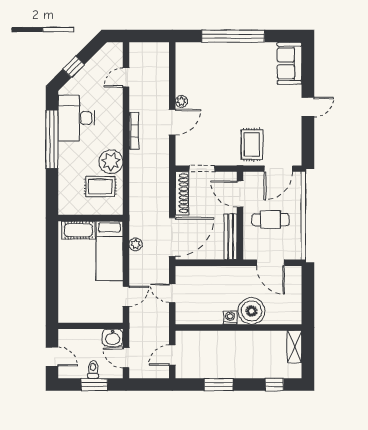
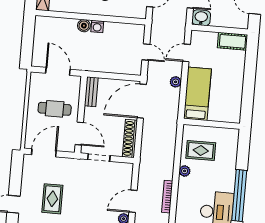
rug: (252, 145) -> (52, 199), moved
plant: (111, 162) -> (185, 171), width x0.53, depth x0.53
doorway: (202, 169) -> (99, 157), moved
cot: (78, 230) -> (233, 41), moved
bench: (231, 237) -> (91, 92), width x0.73
plant: (135, 244) -> (176, 82), moved
boiler: (251, 311) -> (84, 26), width x0.54, depth x0.54

